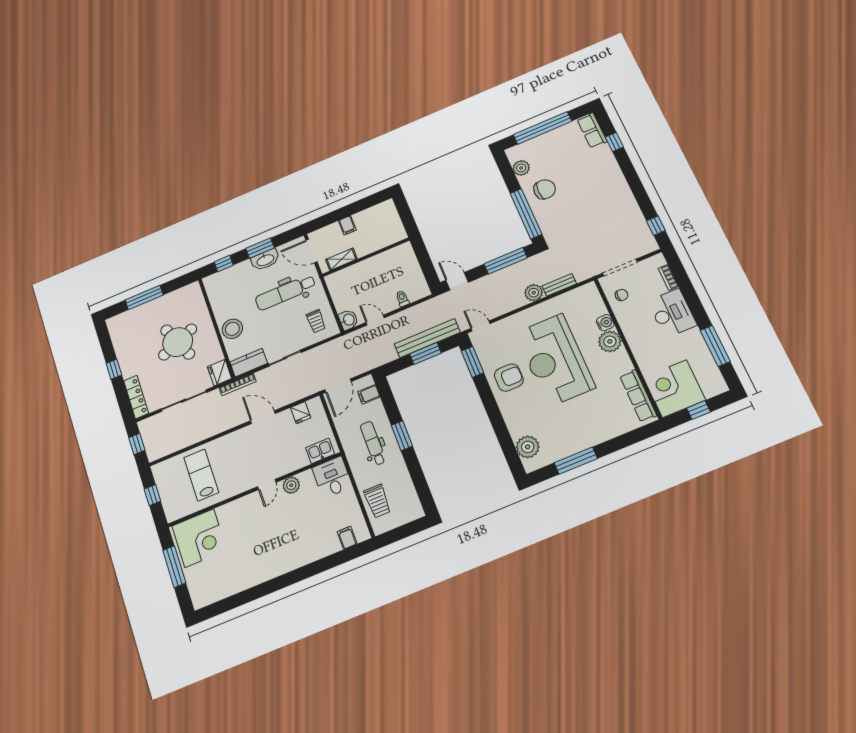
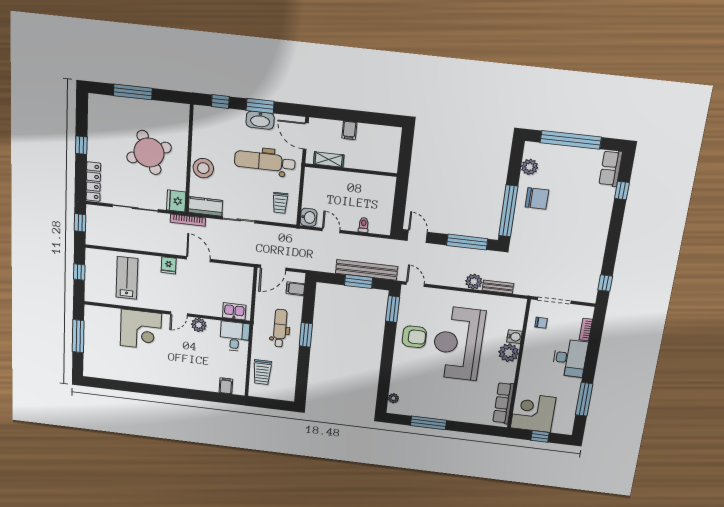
fridge: (301, 413) -> (169, 265), moved
plant: (528, 447) -> (393, 398), width x0.53, depth x0.53
corner desk: (199, 538) -> (141, 330), moved

